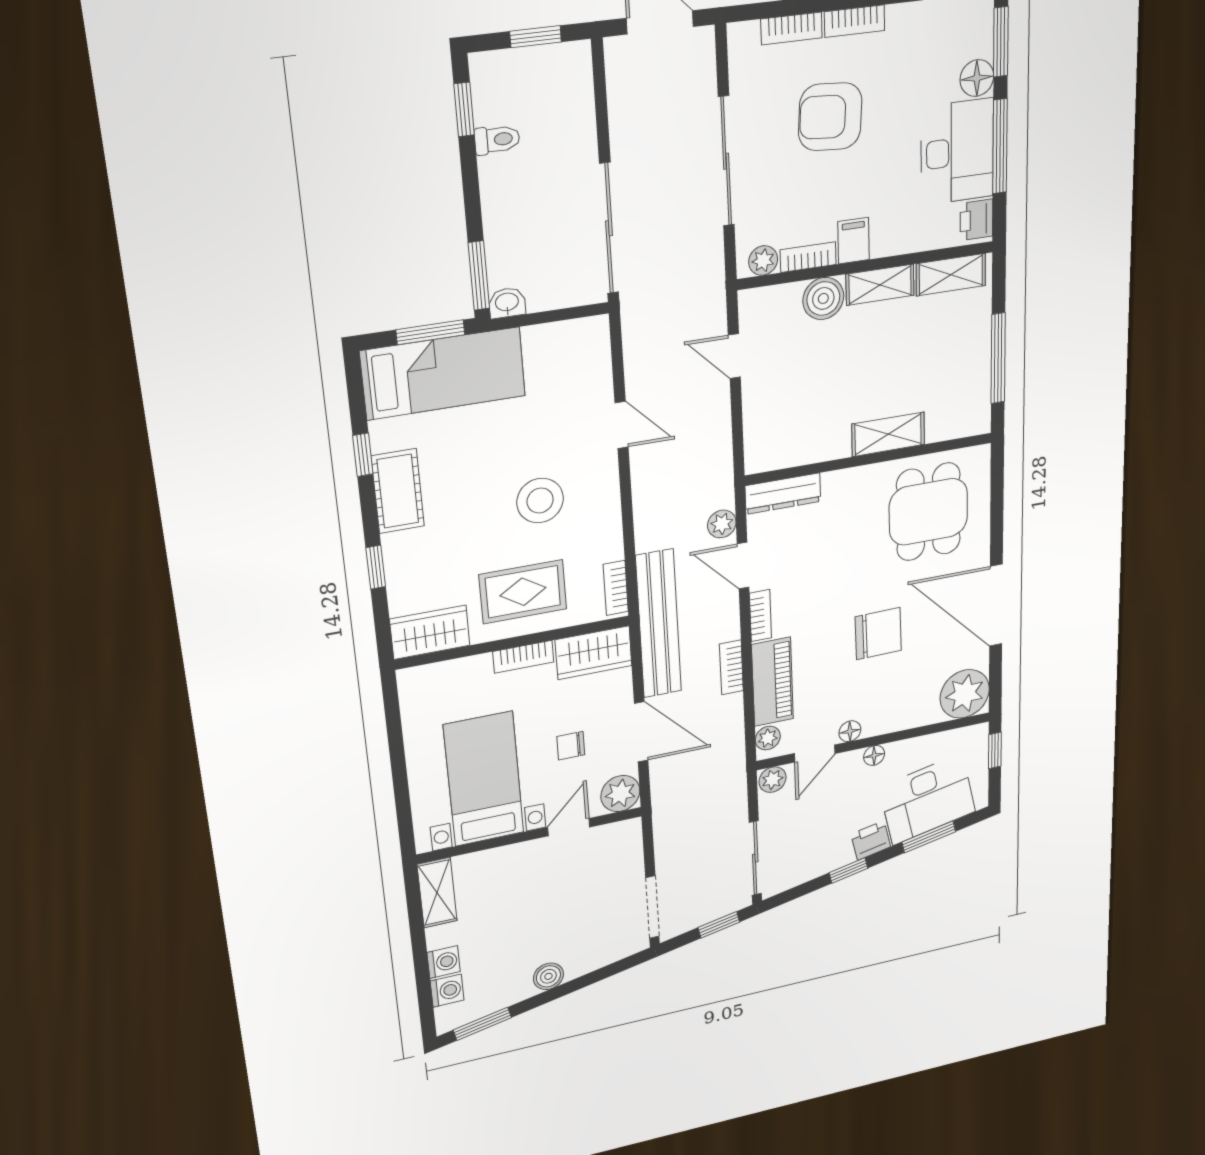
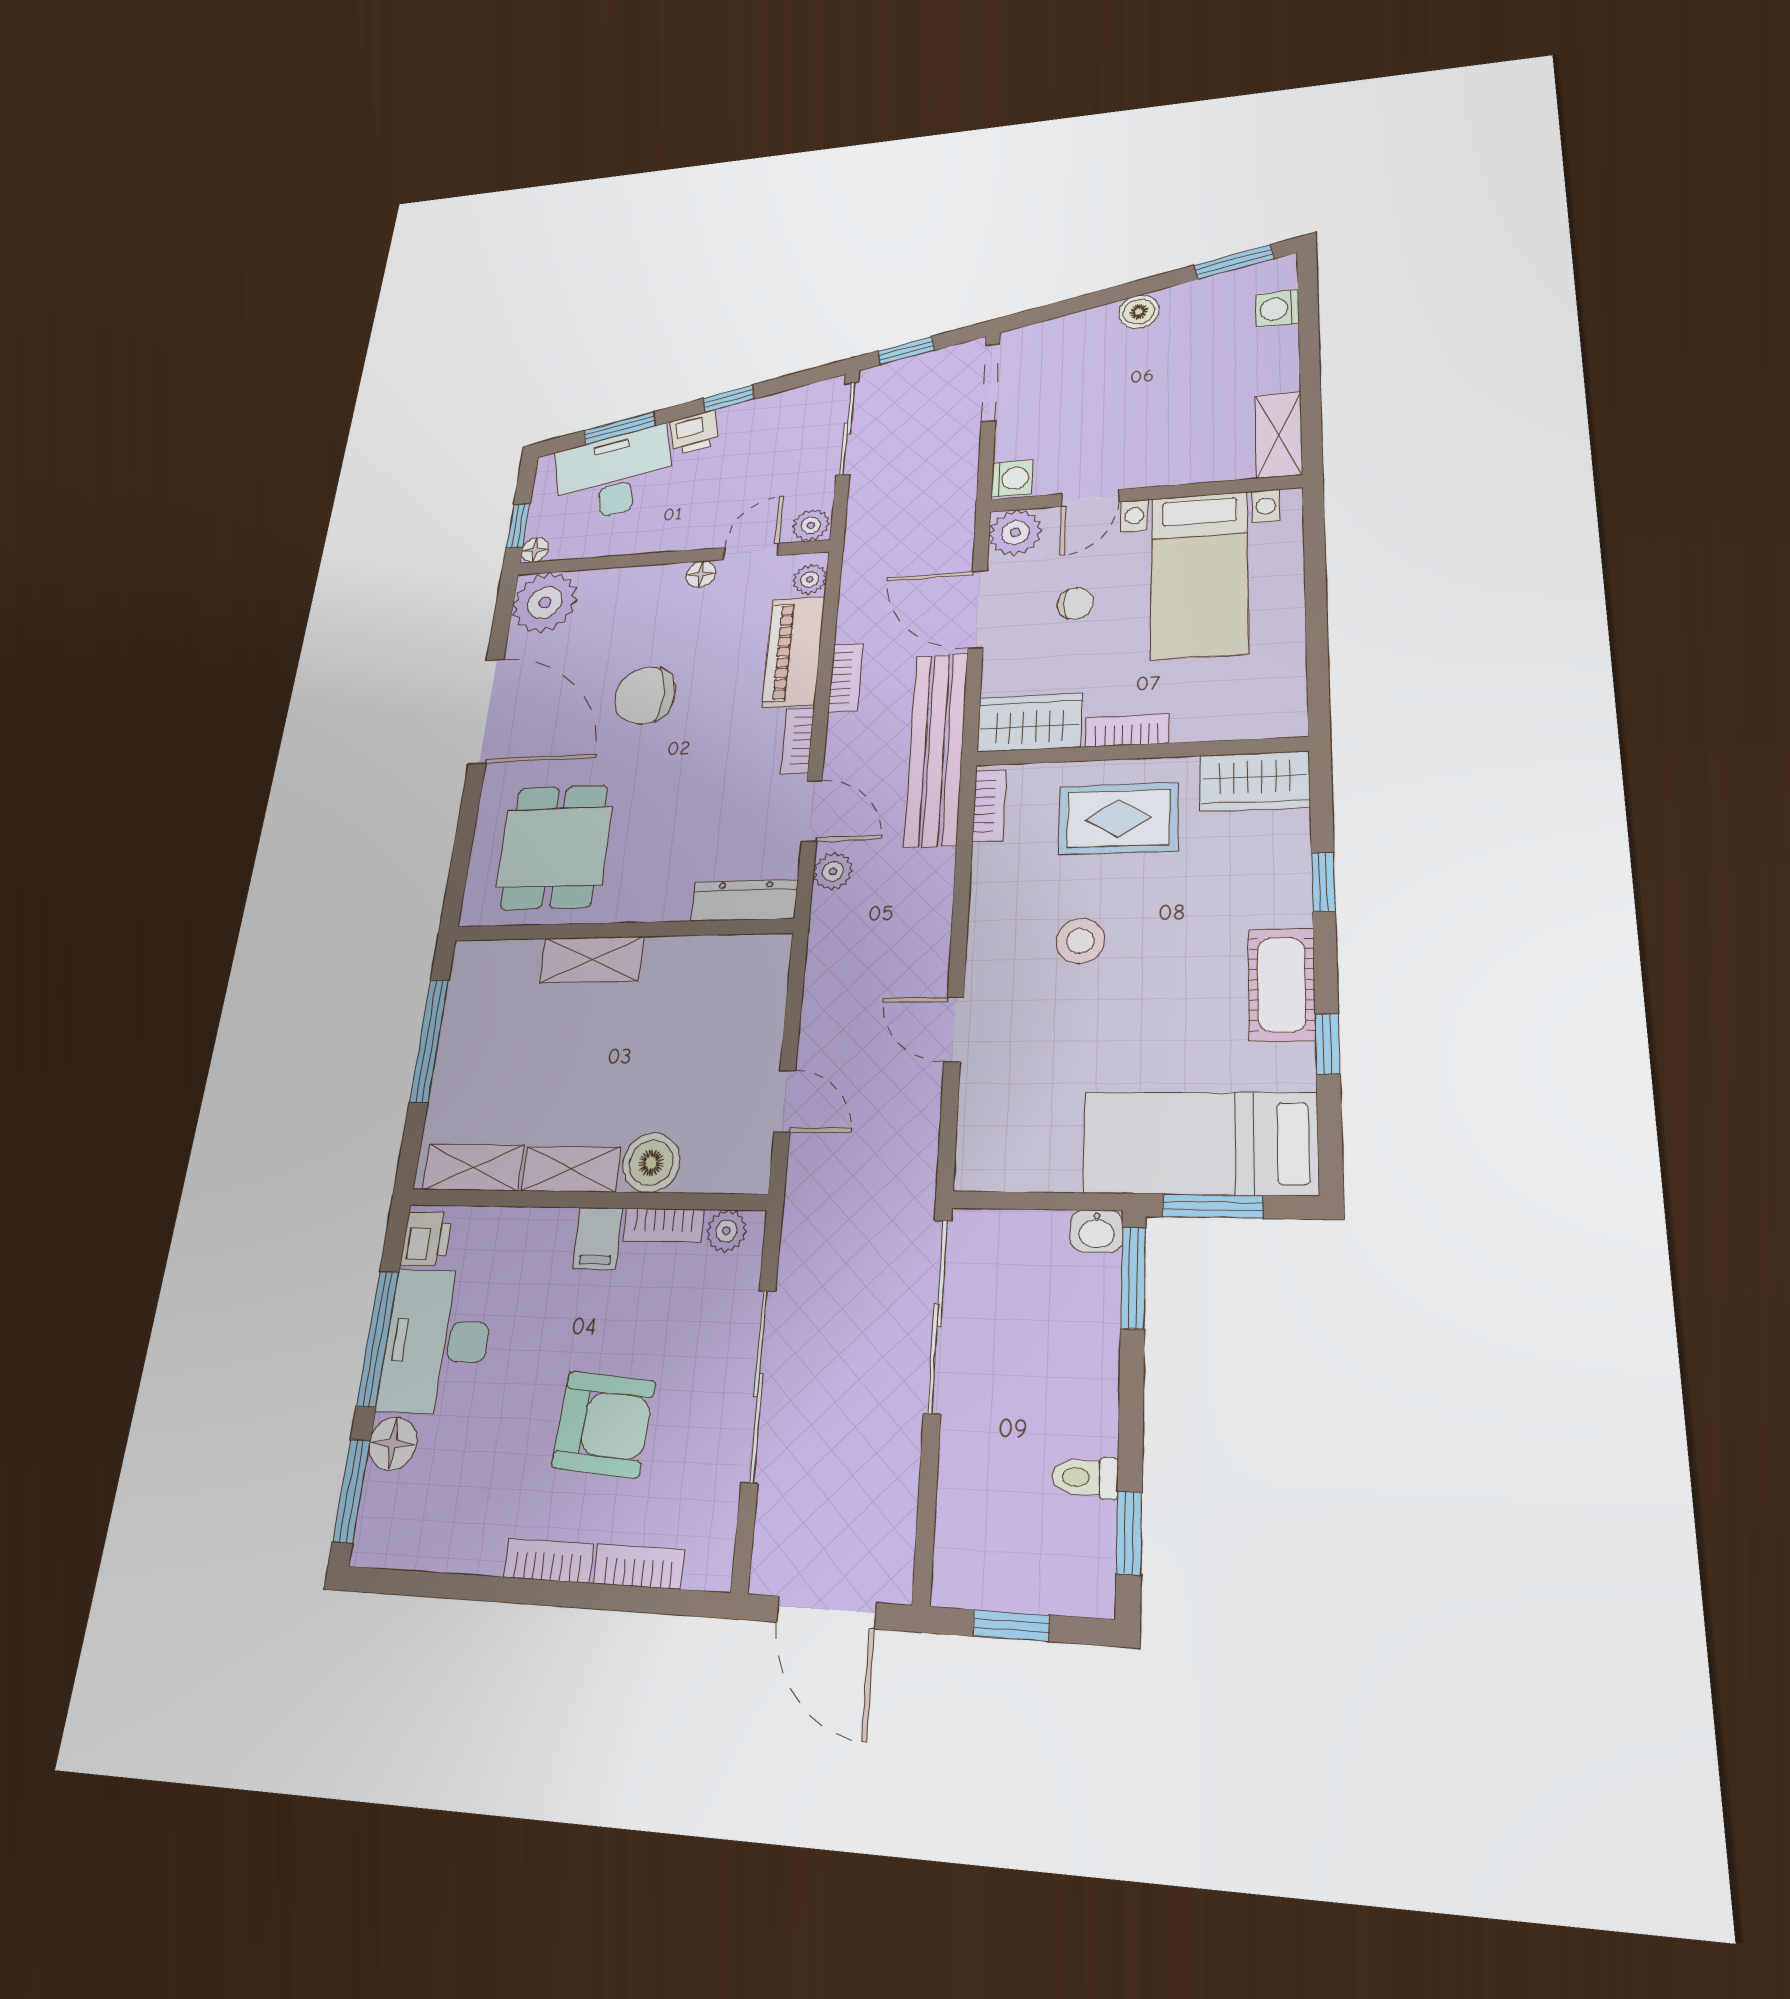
stool: (540, 501) -> (1080, 941), width x0.73, depth x0.73
floor lamp: (874, 755) -> (535, 550), moved
washing machine: (444, 962) -> (1012, 478), moved, turned 180

